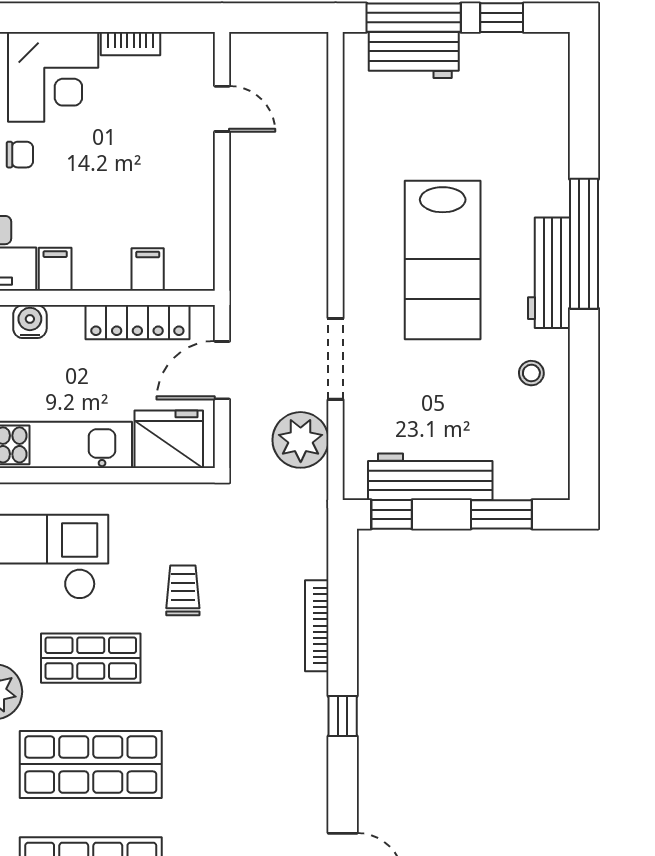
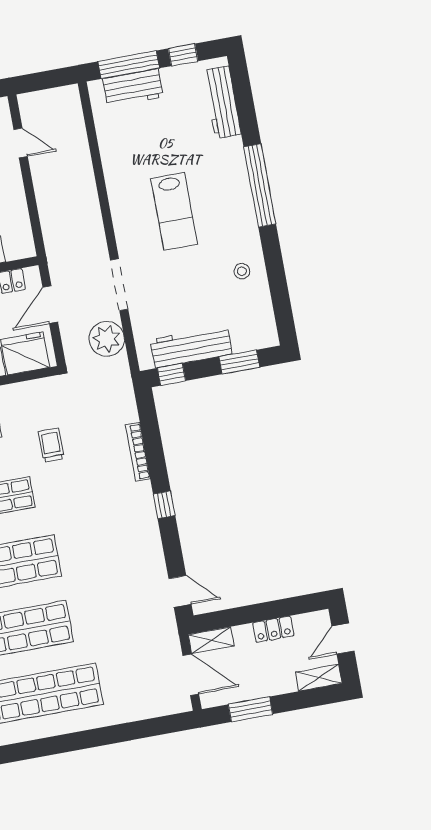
lab bench: (443, 260) -> (174, 211), width x0.73, depth x0.72
workbench: (549, 273) -> (222, 102), moved

